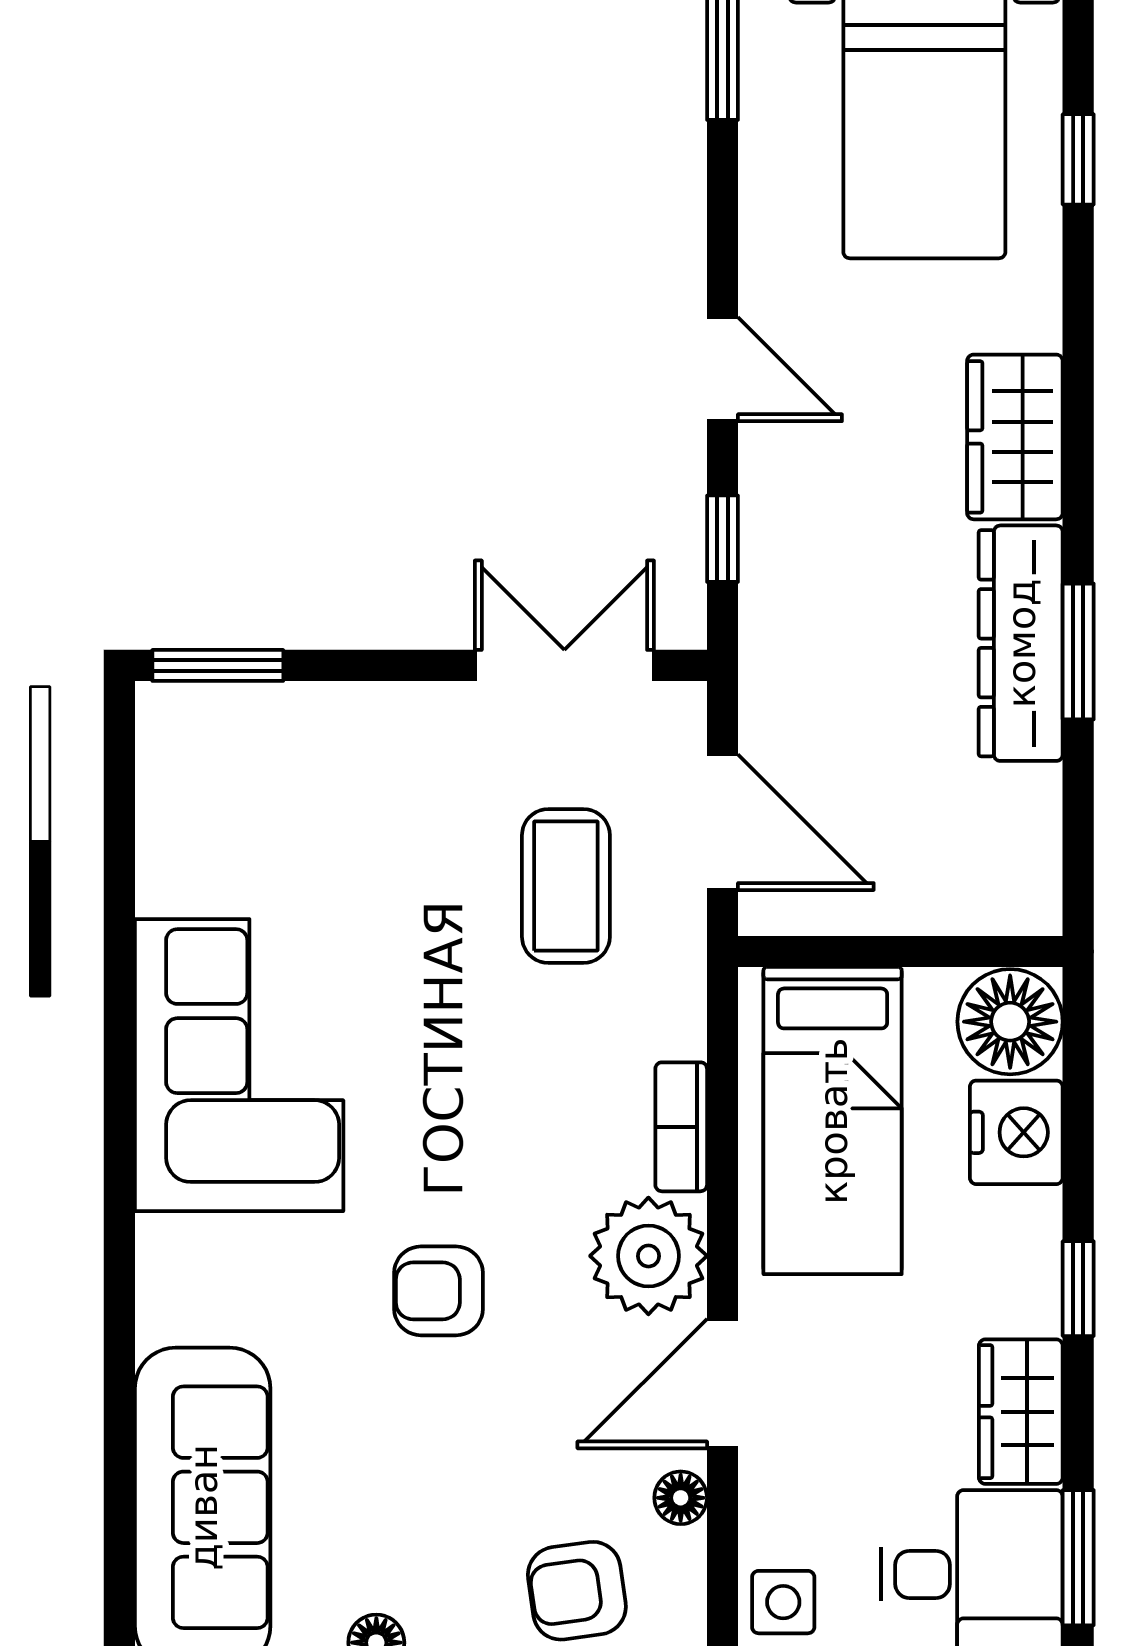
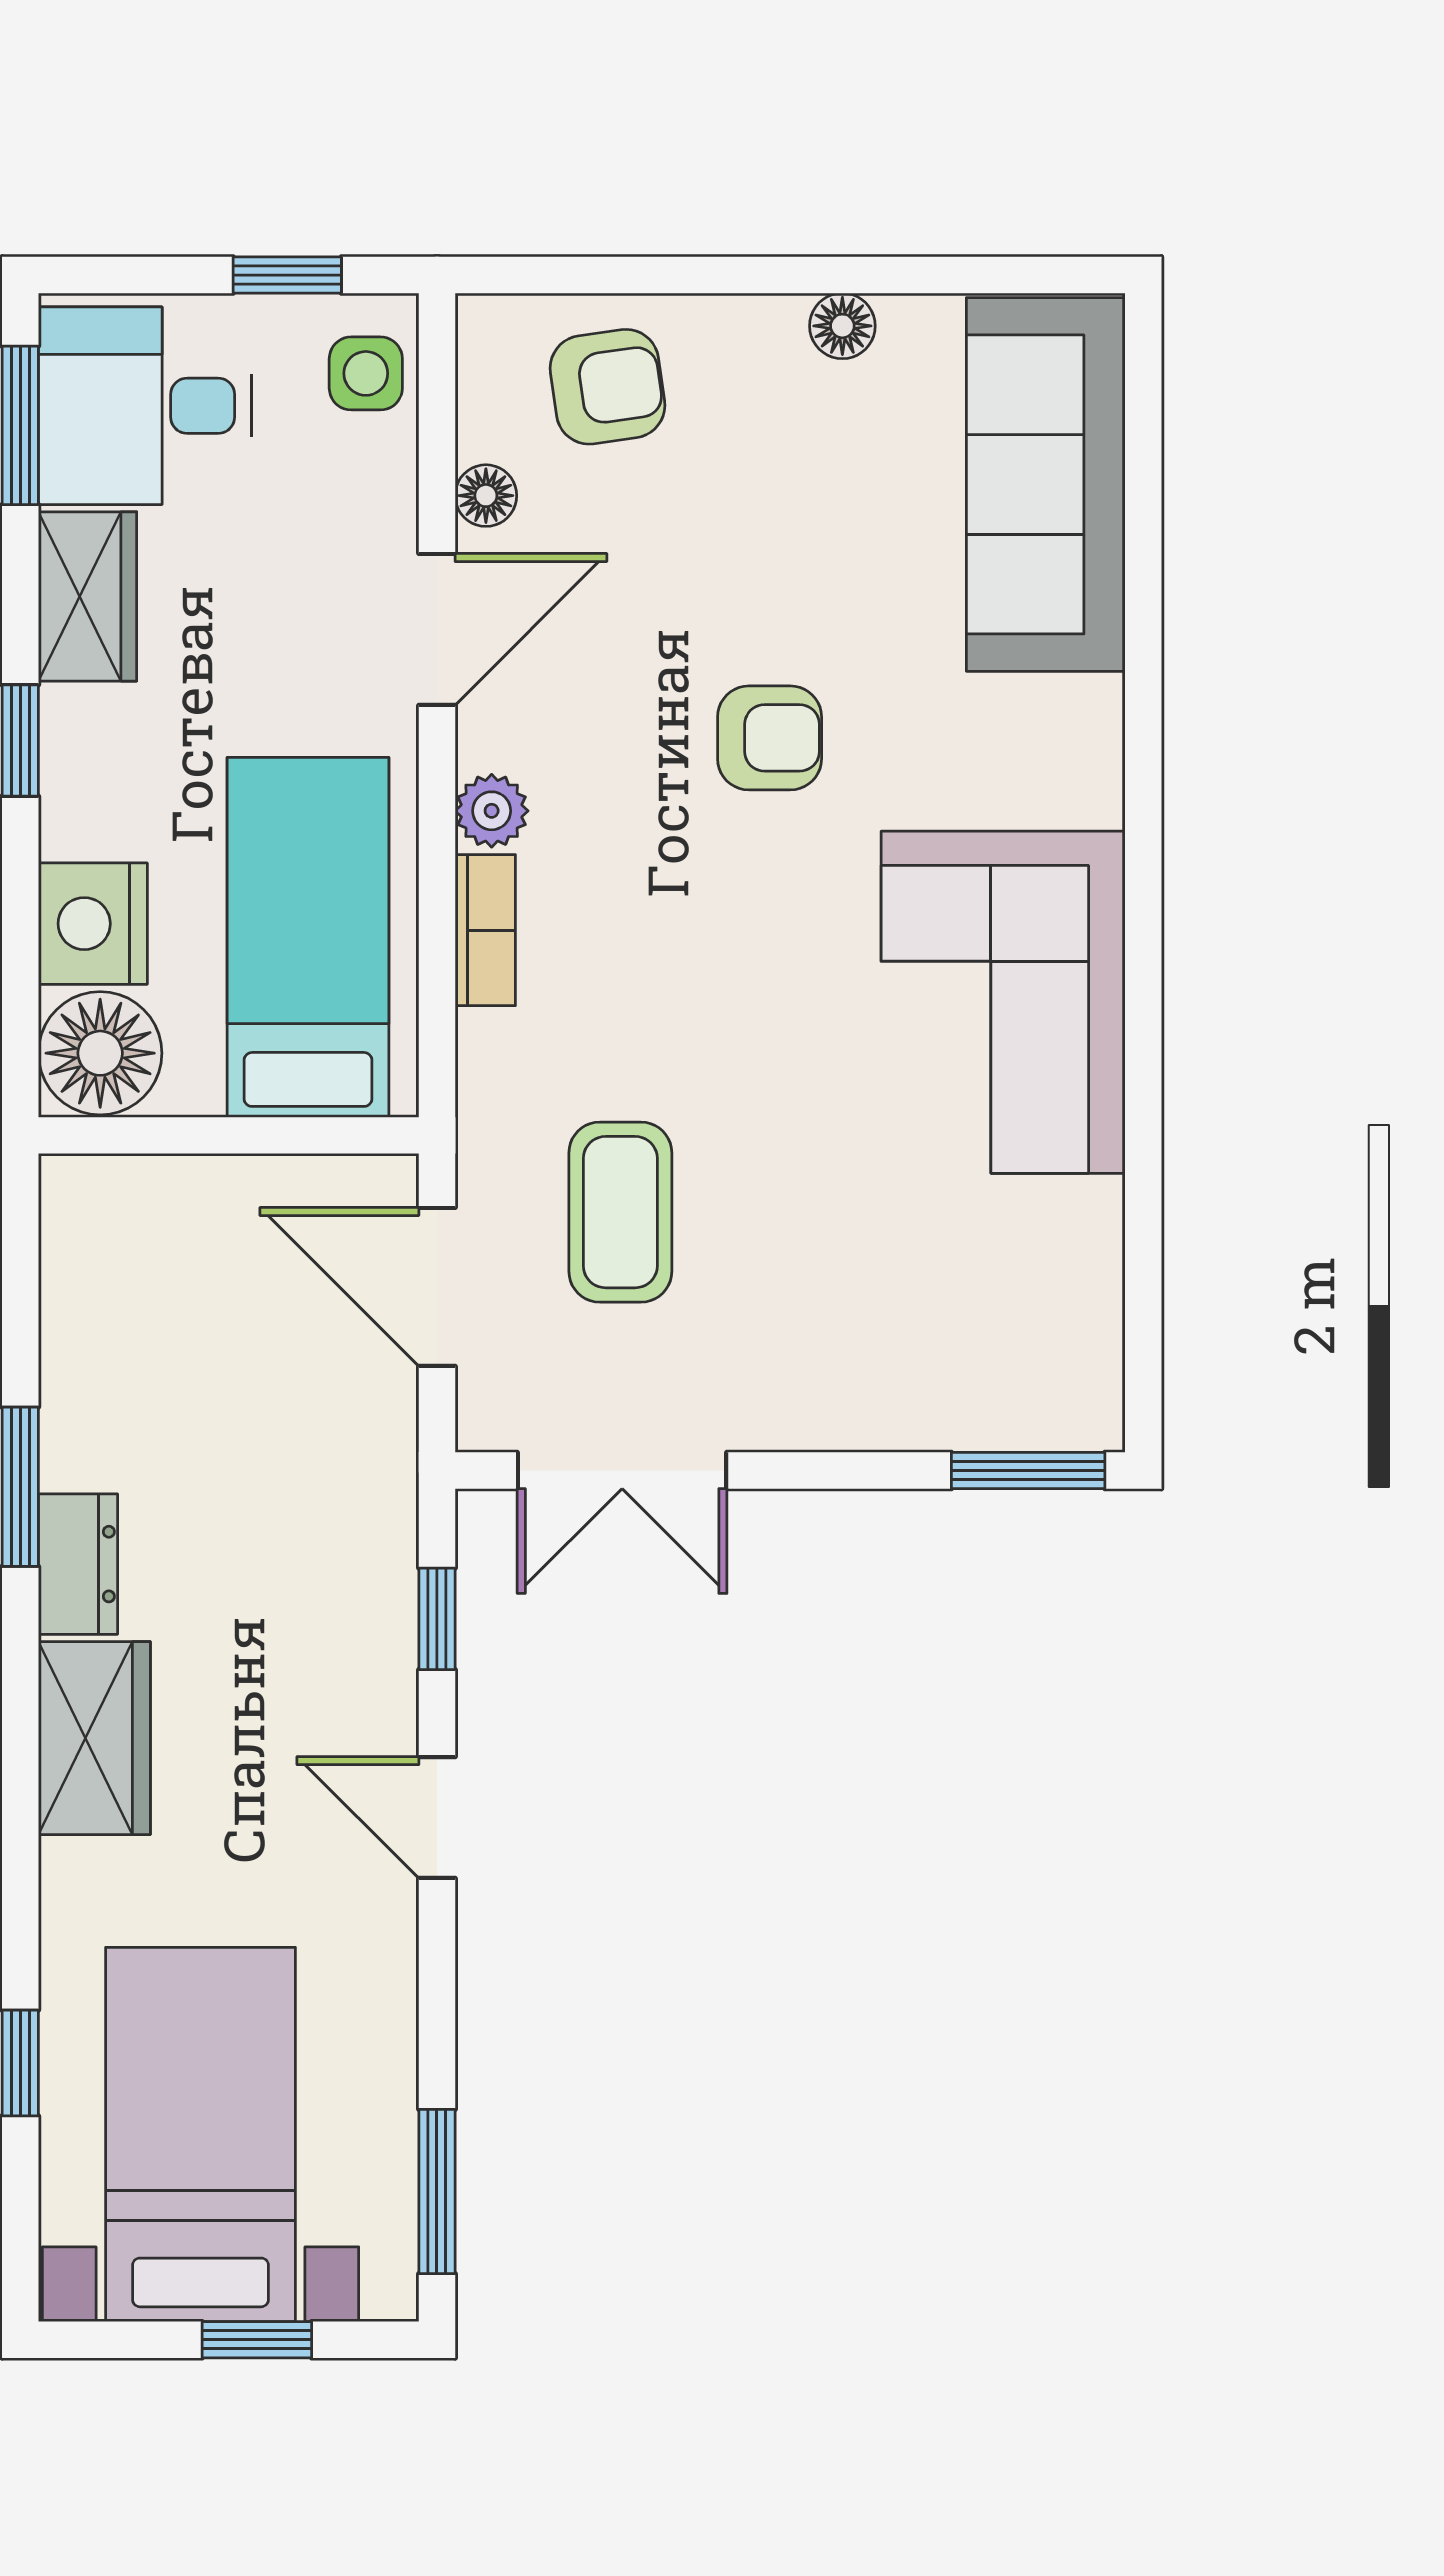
dresser: (1021, 643) -> (78, 1564), width x0.51, depth x0.80
plant: (648, 1256) -> (492, 811), width x0.53, depth x0.53

